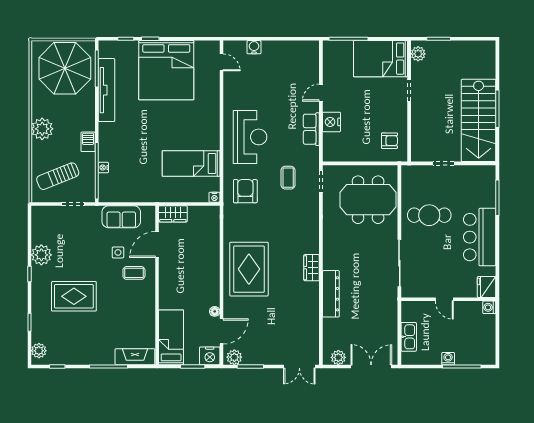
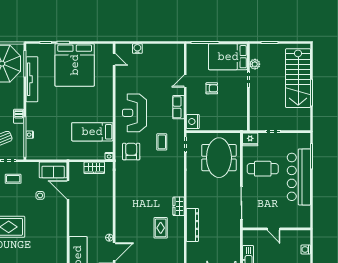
plant: (418, 54) -> (255, 64), moved
stairs: (479, 120) -> (298, 78), moved
nightstand: (331, 122) -> (193, 122), moved
reception desk: (250, 137) -> (135, 113), turned 180
armchair: (390, 141) -> (212, 88), moved
meeting table: (368, 200) -> (219, 158), turned 90
wardrobe: (173, 214) -> (94, 168), moved
sofa: (121, 217) -> (53, 170), moved
bar counter: (480, 237) -> (299, 177), width x1.36
door: (157, 245) -> (68, 190), hinge flipped
rug: (249, 269) -> (161, 228), moved, width x0.54, depth x0.49
coffee table: (134, 273) -> (13, 179), moved
fridge: (487, 287) -> (250, 139), moved, turned -90
washing machine: (489, 307) -> (306, 250), moved

